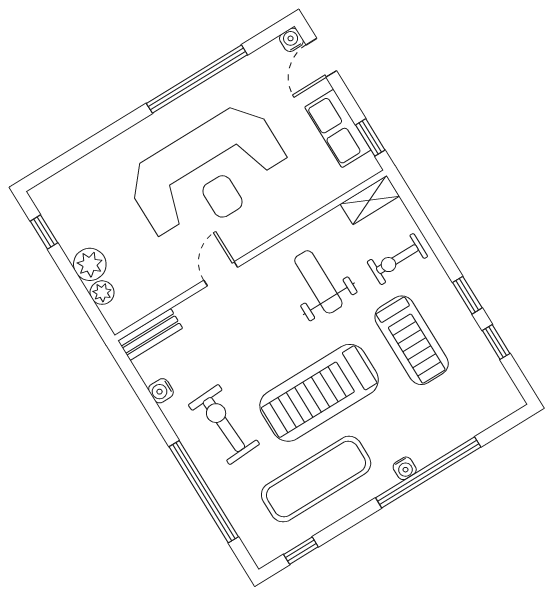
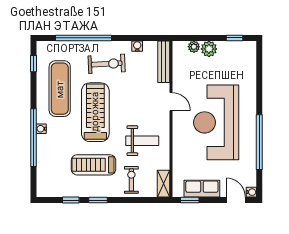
bench: (150, 335) -> (164, 62), width x1.36

